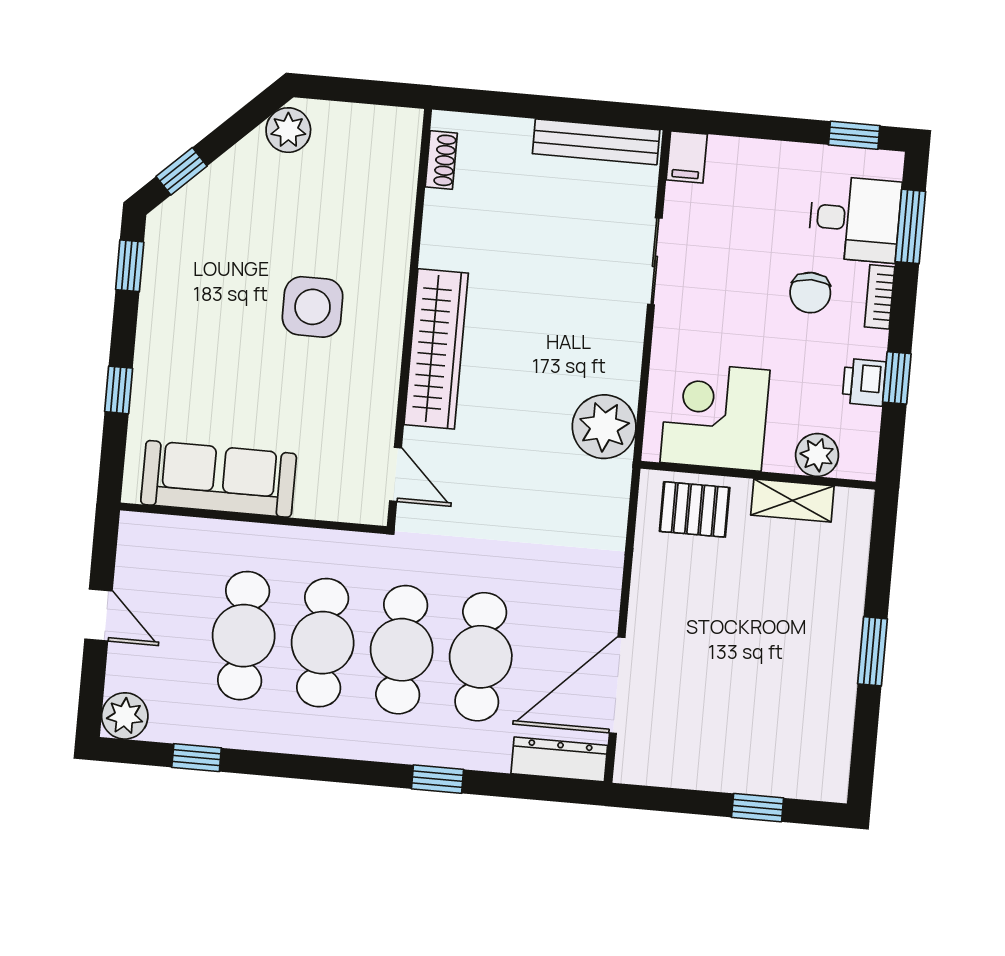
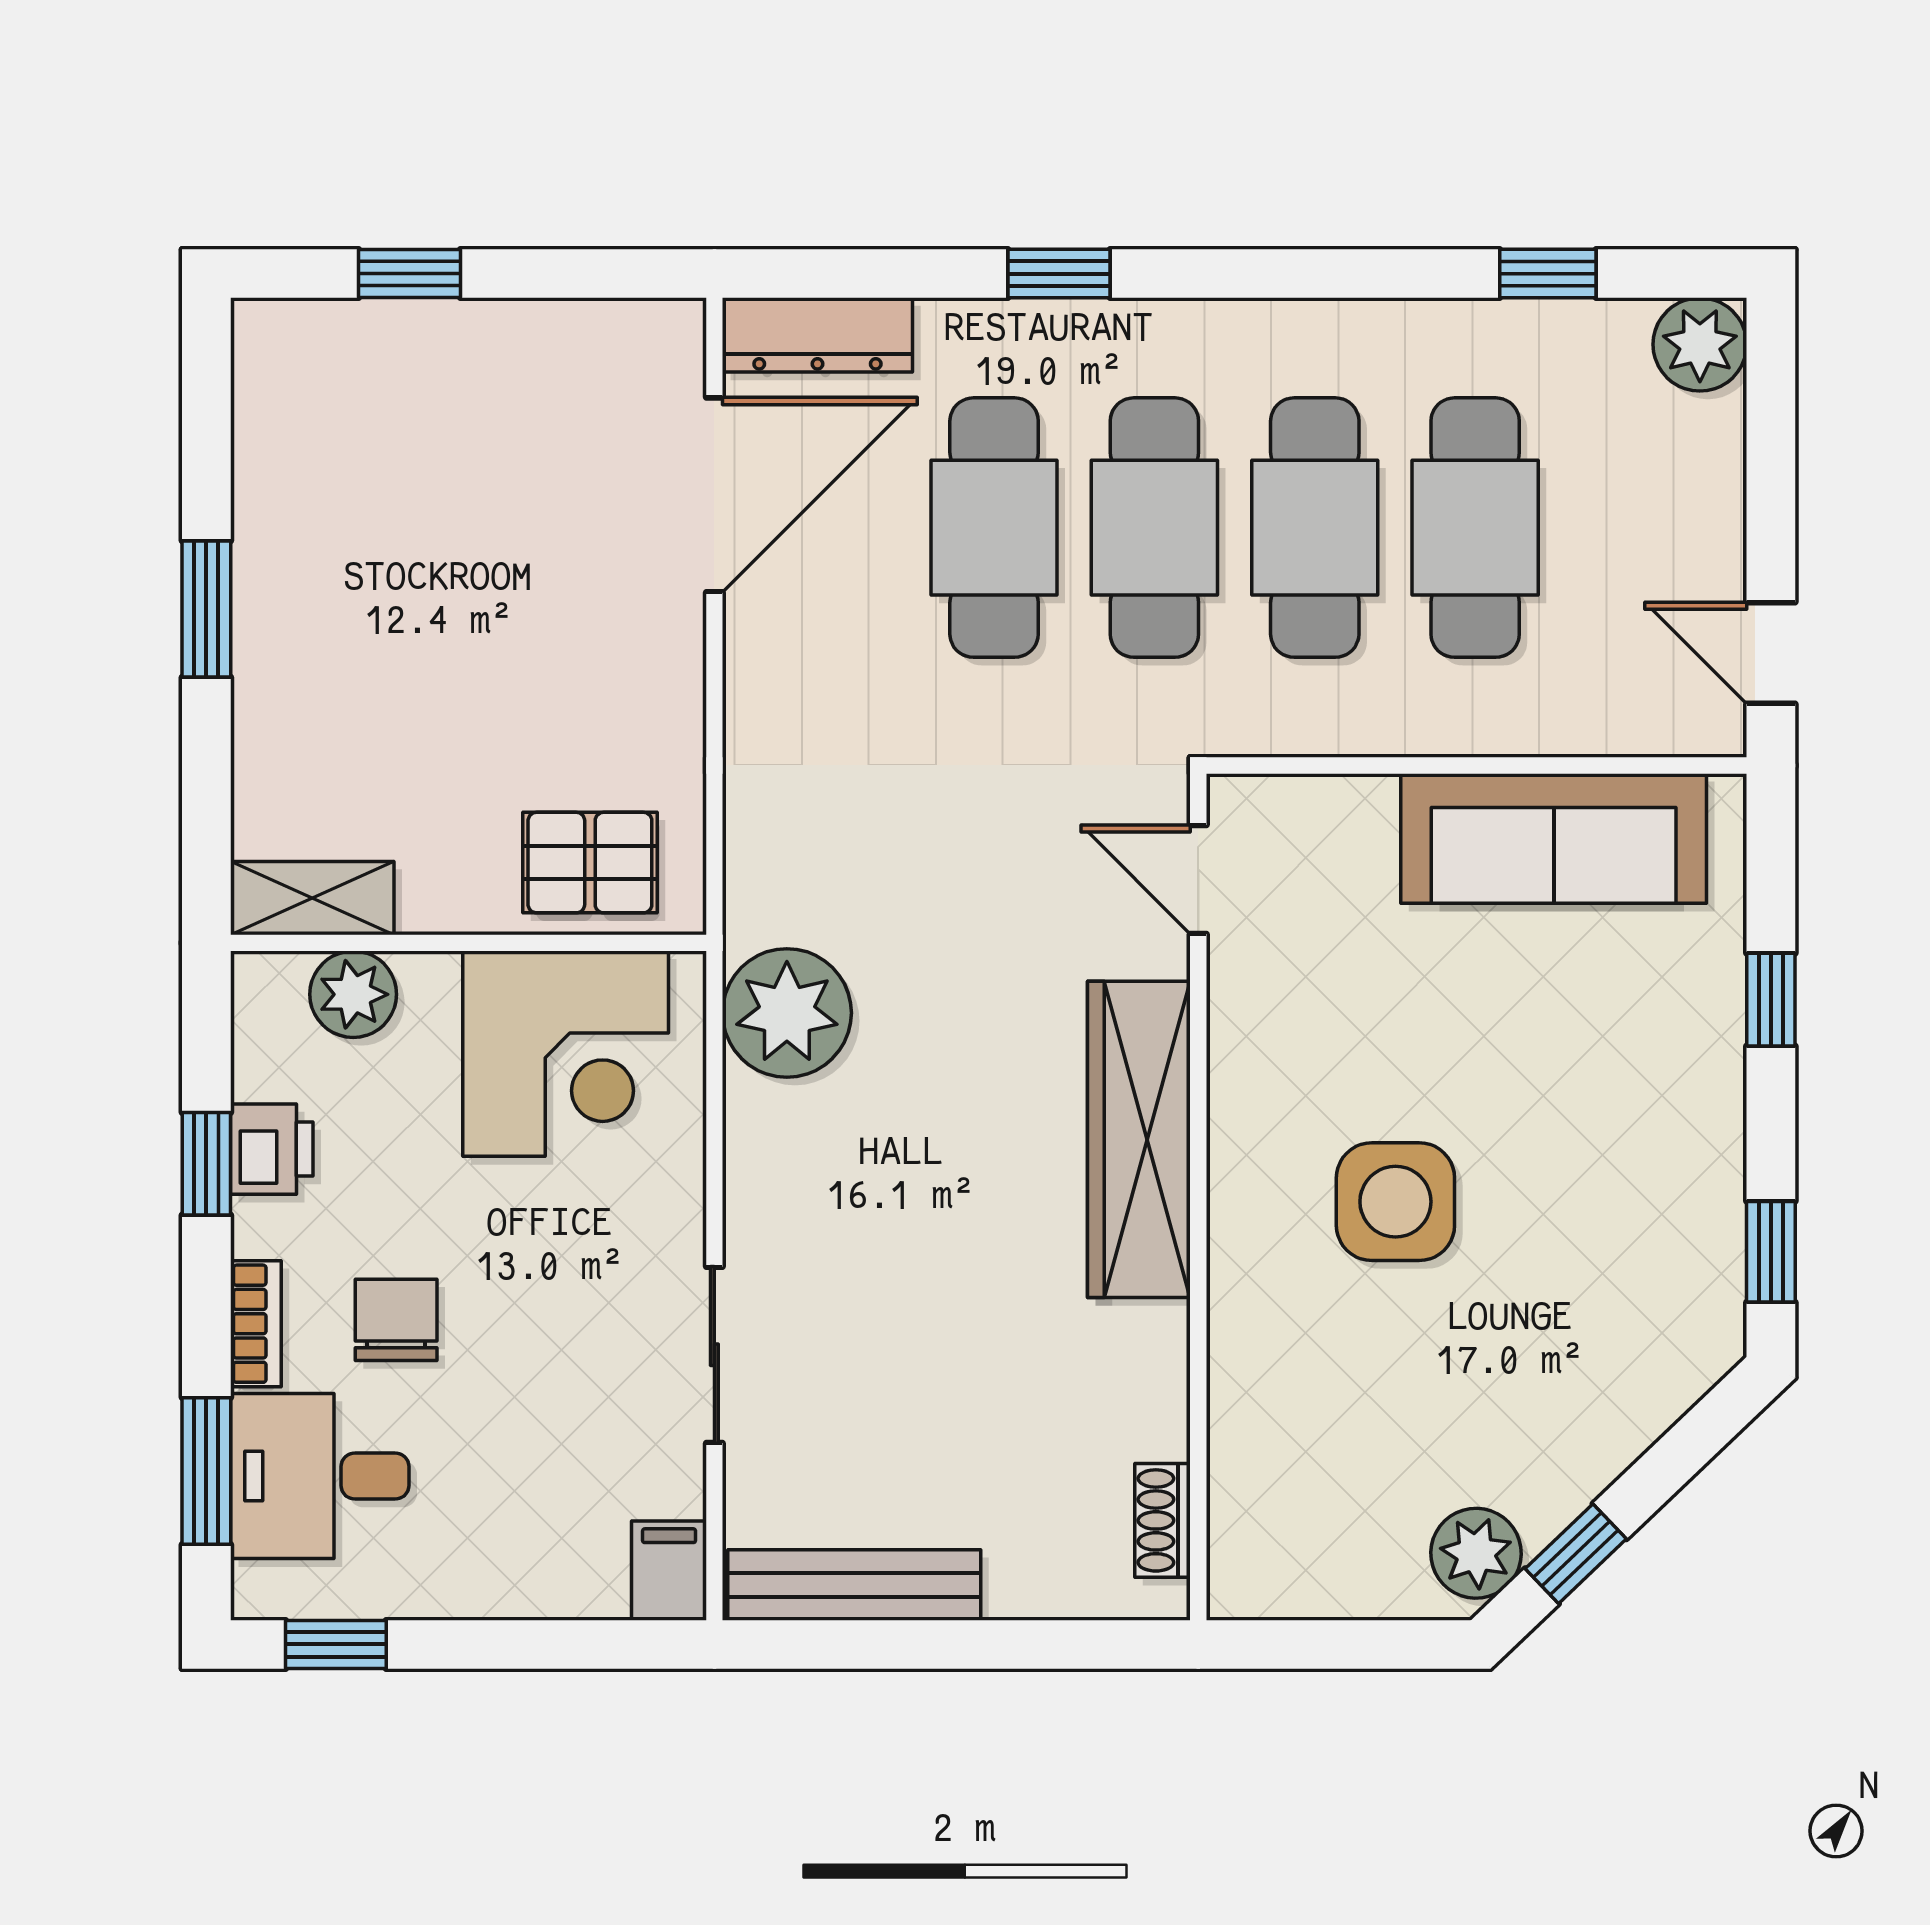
window: (182, 171) -> (1576, 1554), moved
shelving: (792, 501) -> (312, 898), moved
door: (99, 615) -> (1771, 653), moved

